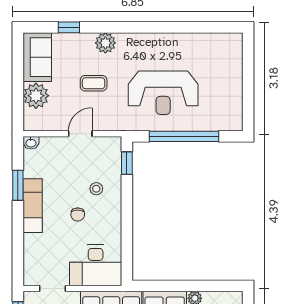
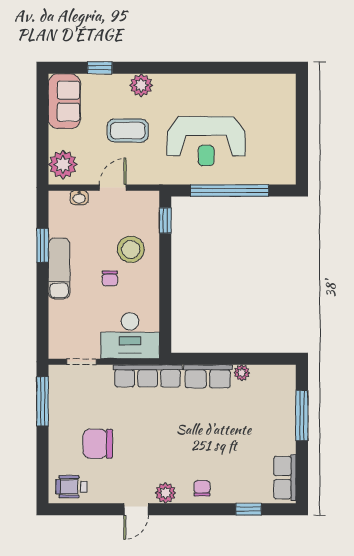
coffee table: (94, 83) -> (128, 131), width x1.36, depth x1.30
plant: (36, 96) -> (63, 164), moved
washbasin: (31, 143) -> (79, 198), moved
stool: (96, 189) -> (131, 249), width x1.89, depth x1.89

